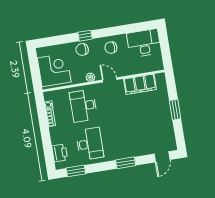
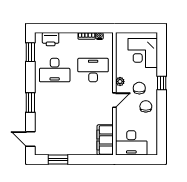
desk: (144, 43) -> (131, 143), moved, turned 90
chair: (82, 49) -> (139, 88), moved
corner desk: (54, 70) -> (143, 53), moved, turned 90
filing cabinet: (140, 84) -> (105, 140), moved
window: (175, 110) -> (58, 159), moved

